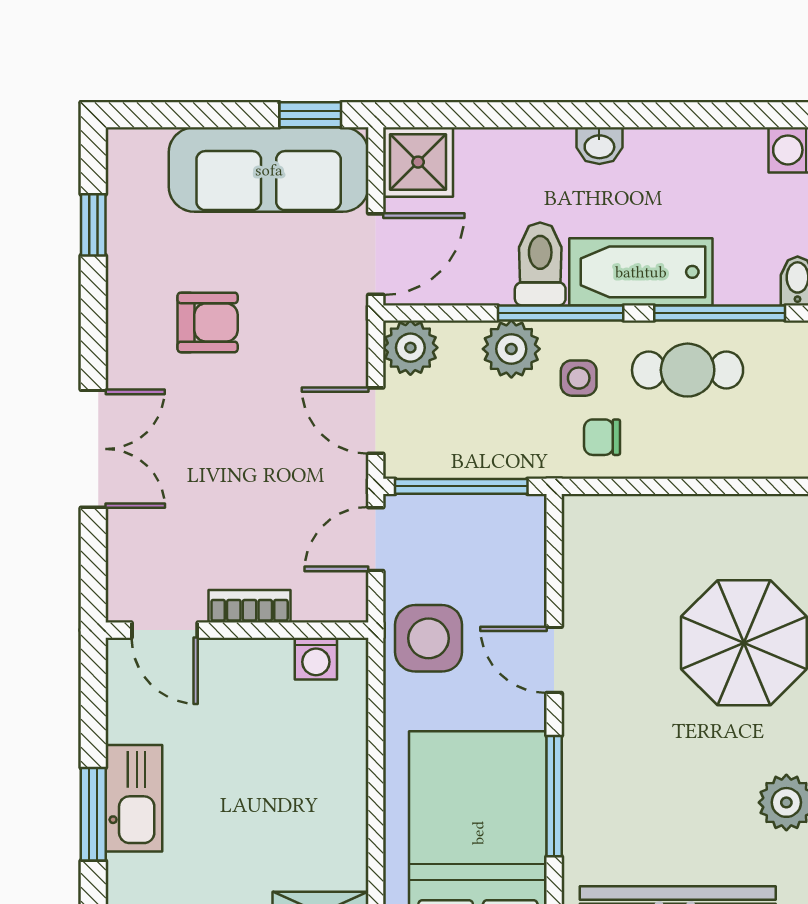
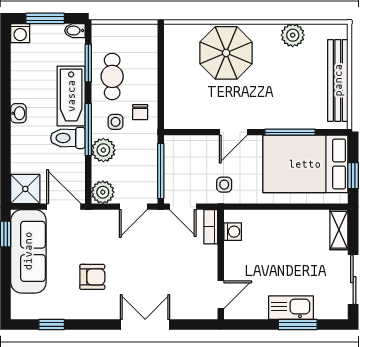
window: (720, 313) -> (88, 63), width x0.69
armchair: (208, 322) -> (92, 277), turned 90
bookcase: (250, 606) -> (211, 227), moved
side table: (429, 638) -> (224, 185), width x0.54, depth x0.54

